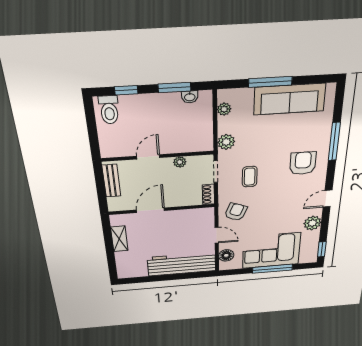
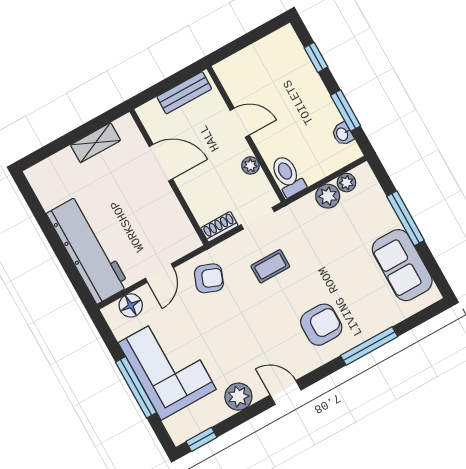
sofa: (290, 99) -> (402, 265), width x0.73
toilet: (109, 110) -> (288, 176), moved, turned 90
plant: (226, 142) -> (328, 196), moved

